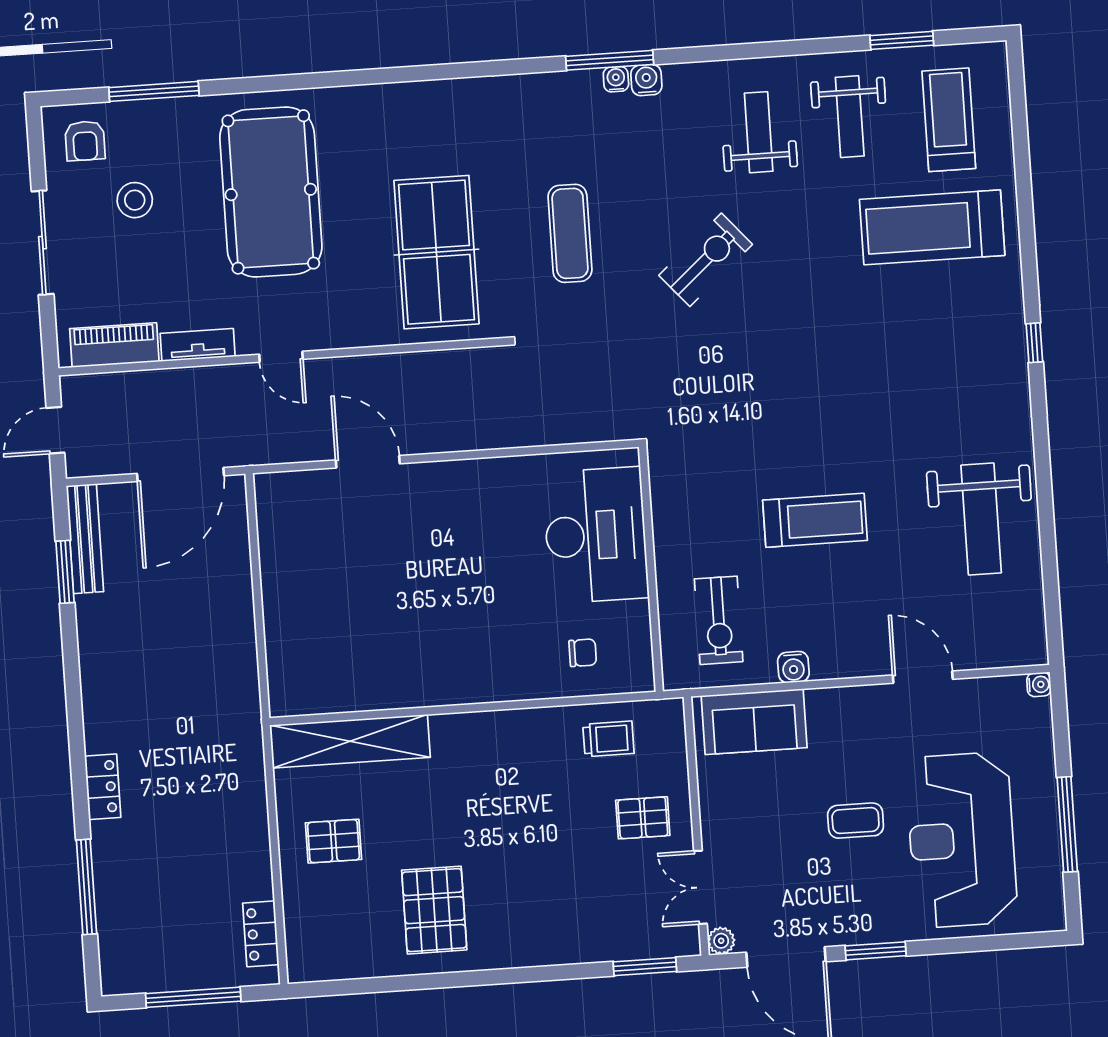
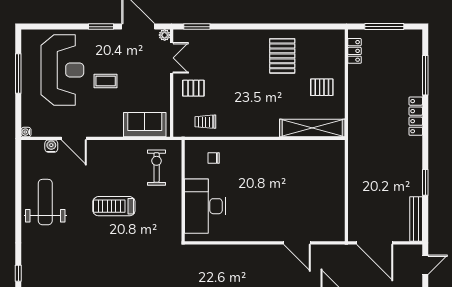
door: (181, 475) -> (375, 243), swing flipped
window: (65, 572) -> (425, 182), moved
water cooler: (793, 667) -> (51, 146), moved
locker: (103, 787) -> (416, 116), width x1.53

